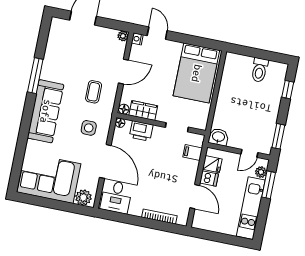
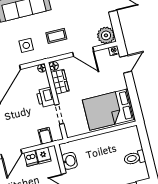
plant: (123, 36) -> (106, 35), width x1.88, depth x1.88
printer: (141, 131) -> (46, 97), moved
washbasin: (218, 137) -> (69, 161), moved

